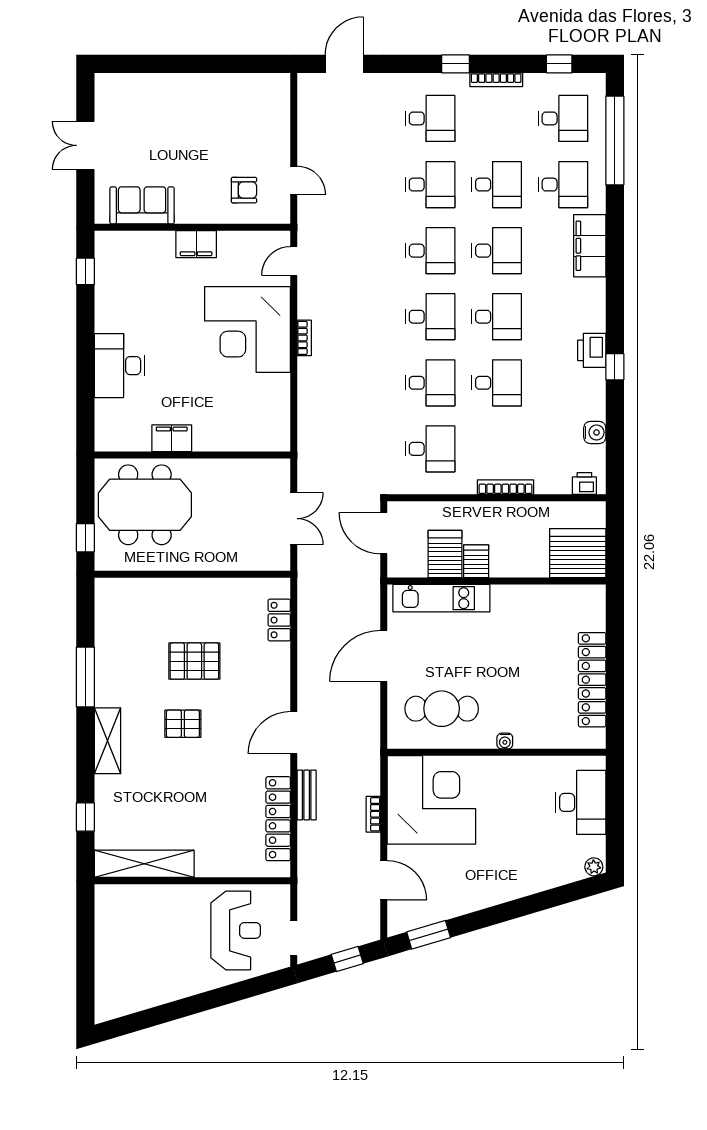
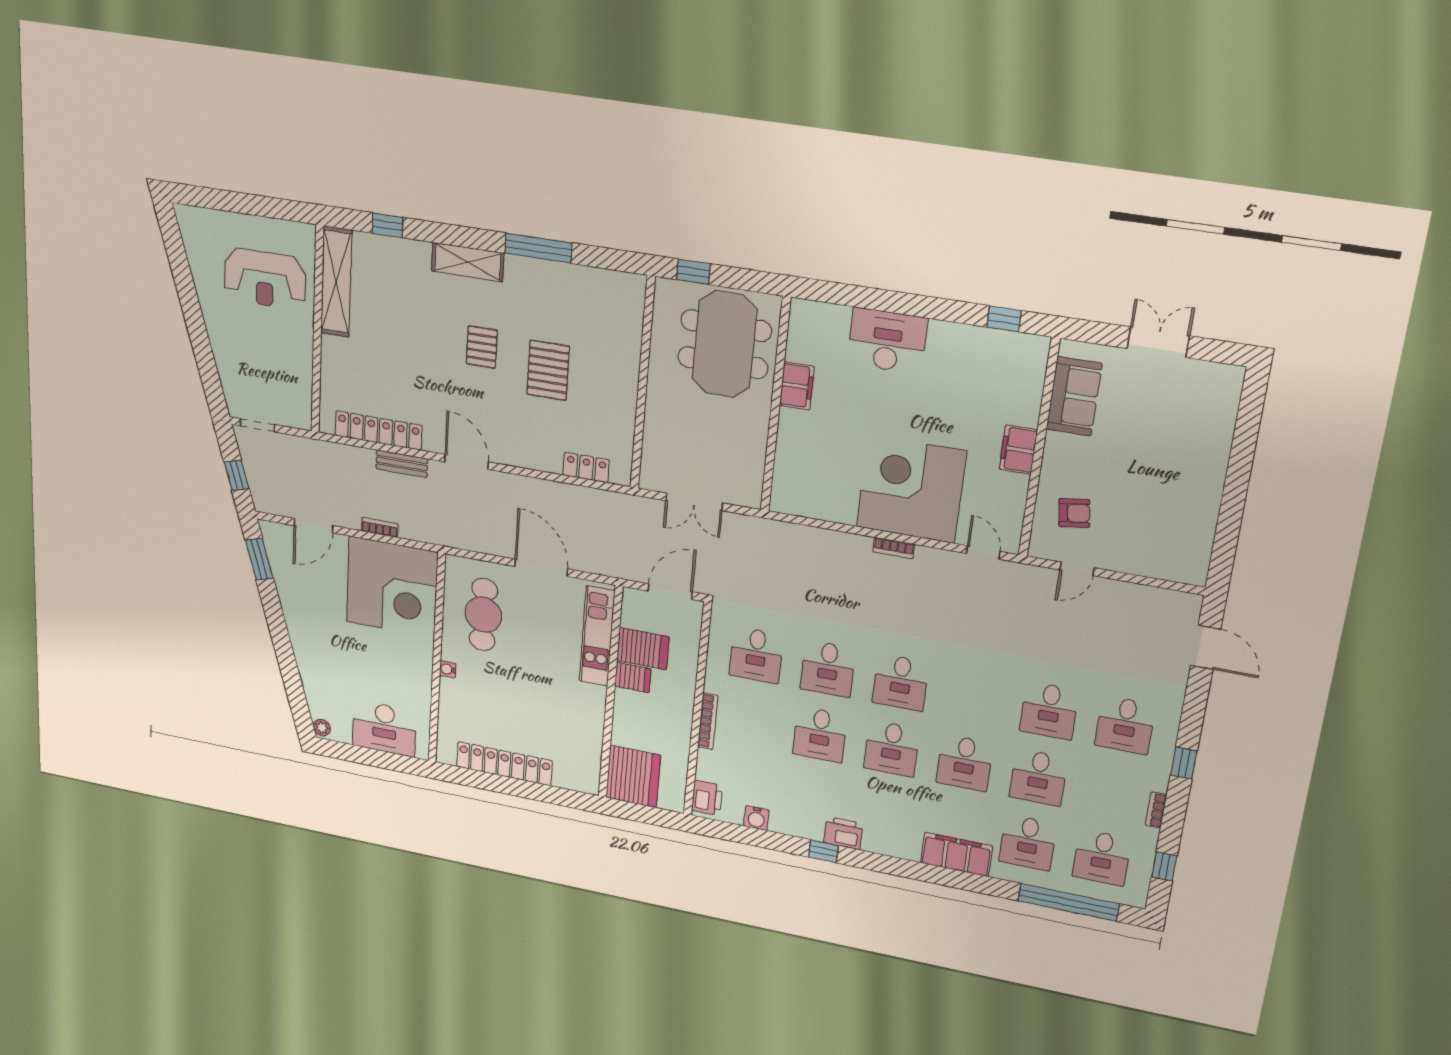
bookcase: (496, 80) -> (1156, 810), width x0.64
armchair: (244, 190) -> (1074, 513), turned -98
desk: (430, 251) -> (974, 696), removed
printer: (584, 483) -> (707, 798), width x1.36, depth x1.24
reception desk: (236, 930) -> (265, 279), moved

